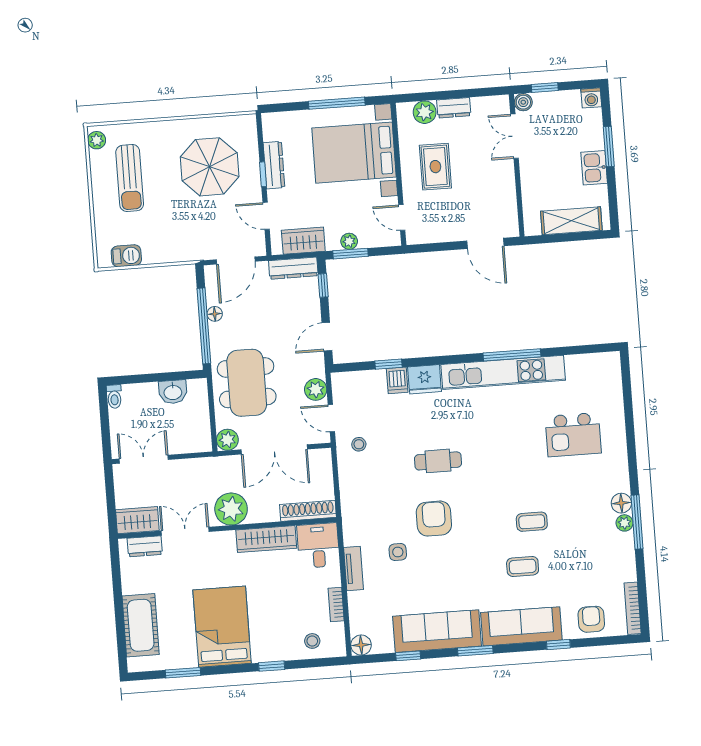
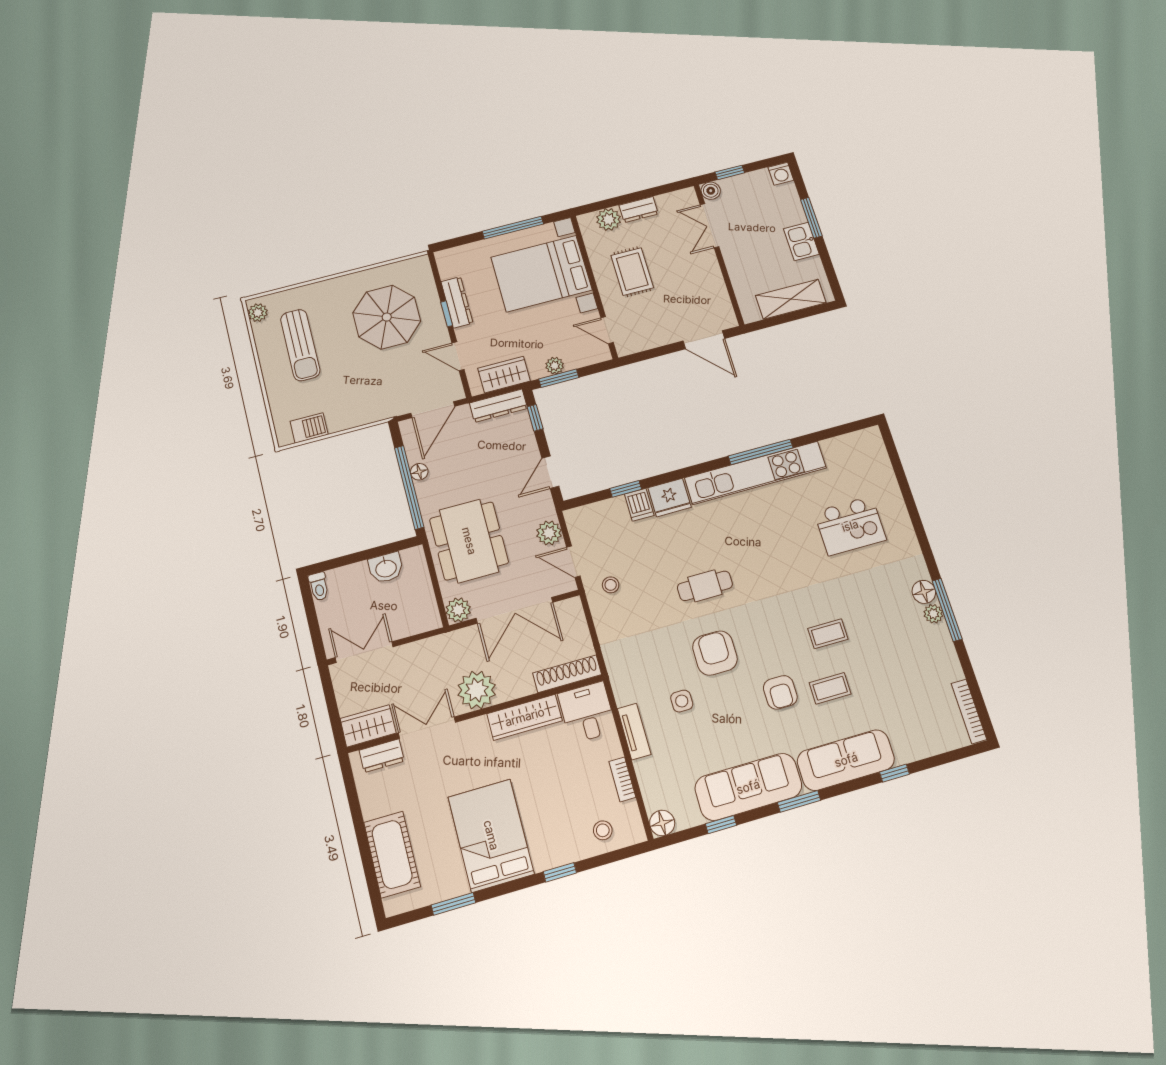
armchair: (591, 619) -> (780, 692), moved, turned 180

